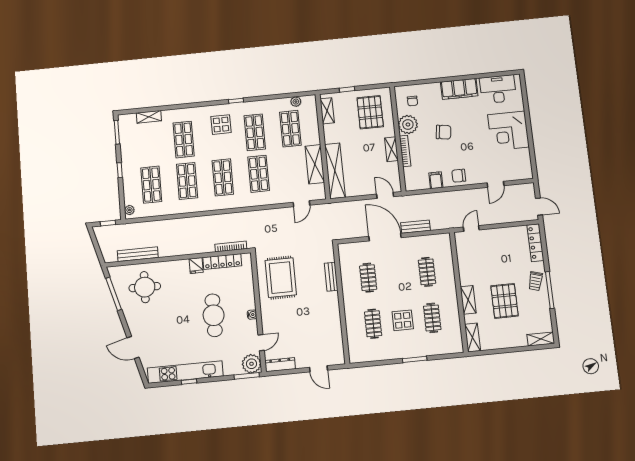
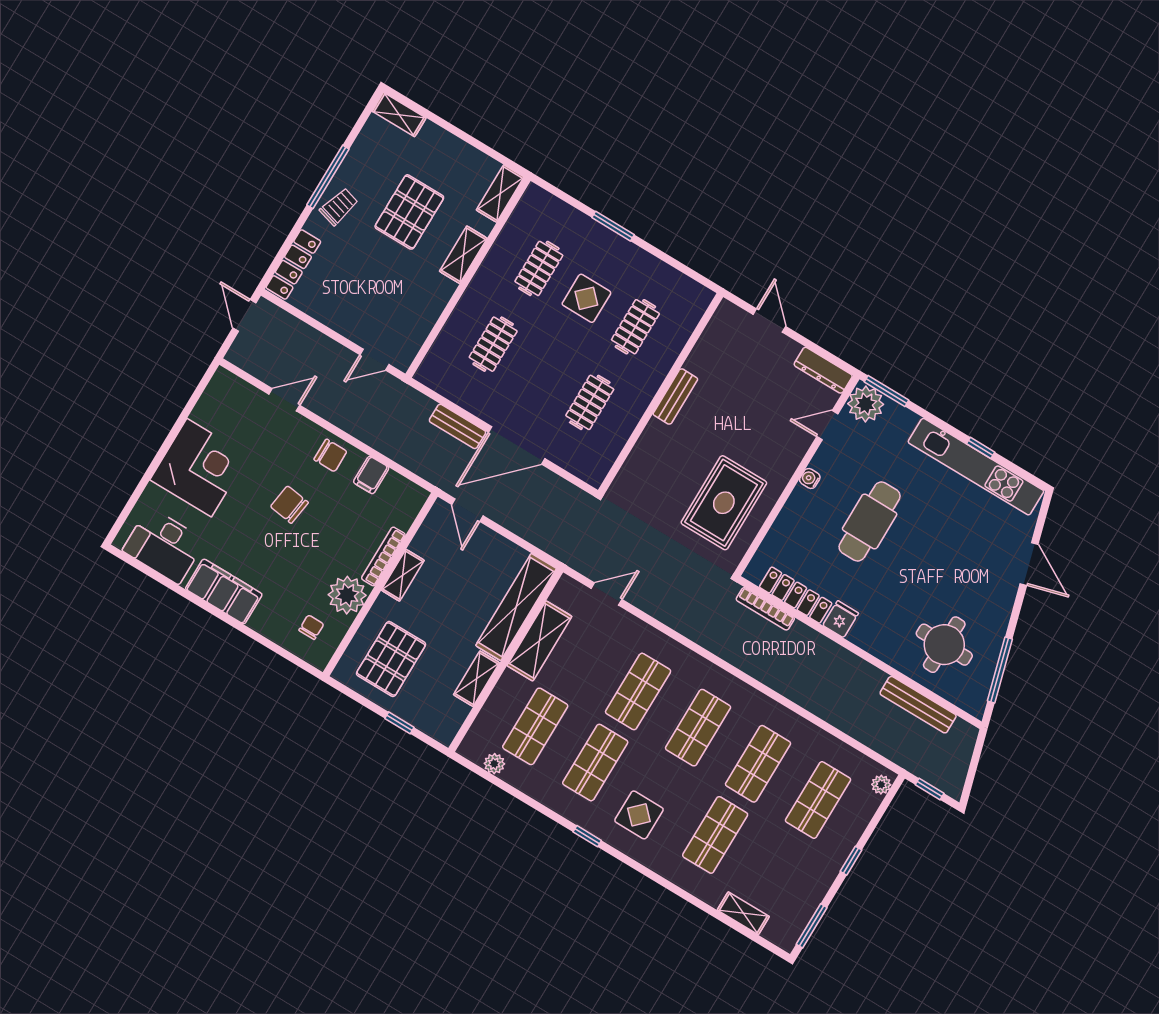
shelving: (327, 111) -> (477, 679), moved
chair: (444, 132) -> (289, 505), moved
door: (385, 237) -> (517, 445), hinge flipped
bench: (331, 277) -> (675, 397), moved

